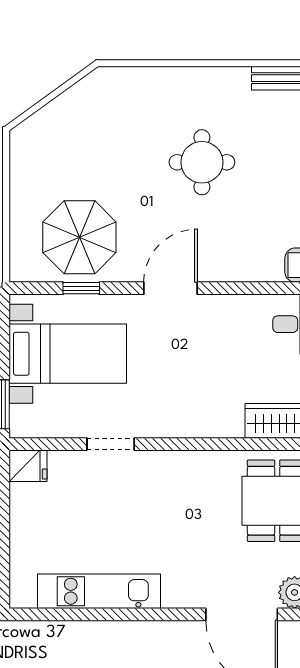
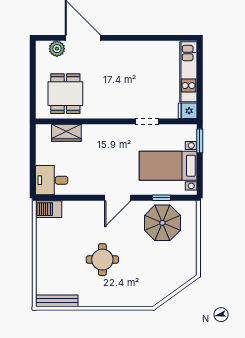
kitchen unit: (99, 591) -> (188, 72), moved, turned 90

